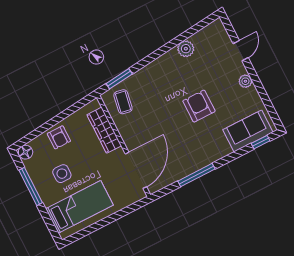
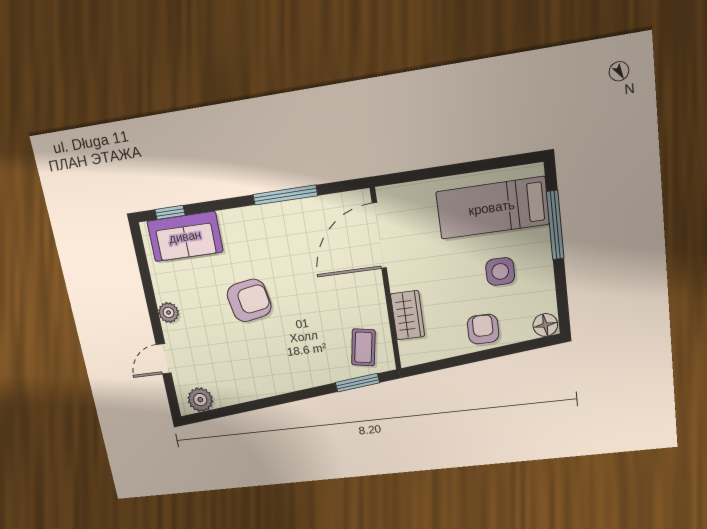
plant: (186, 49) -> (200, 400), moved
armchair: (199, 106) -> (249, 300), turned -100
wardrobe: (104, 130) -> (408, 315), width x0.67
window: (31, 186) -> (555, 225), moved

